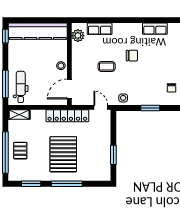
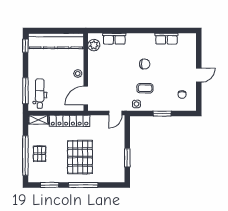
coffee table: (107, 67) -> (145, 88), moved
door: (101, 107) -> (115, 113), swing flipped
locker: (67, 116) -> (70, 121), moved

